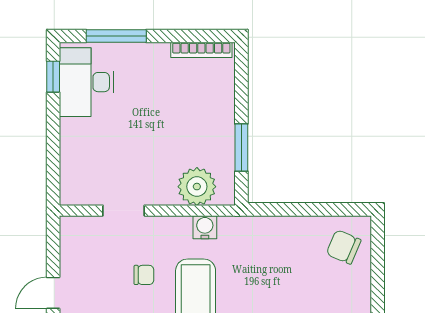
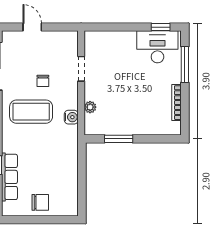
bookcase: (201, 50) -> (177, 103), moved
plant: (197, 187) -> (90, 107), width x0.53, depth x0.53
chair: (344, 247) -> (40, 202), moved, turned 67

